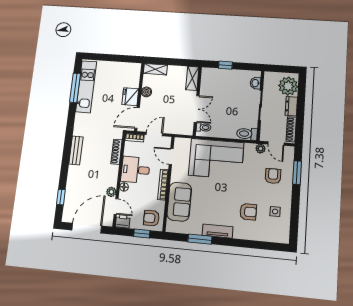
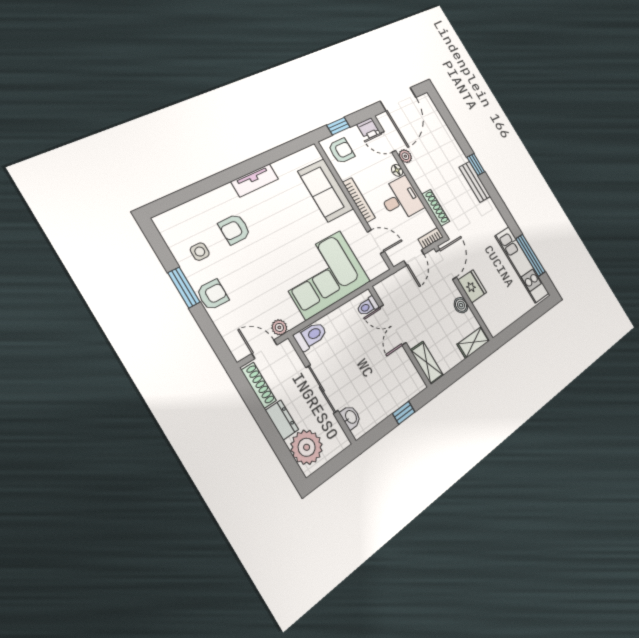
window: (297, 173) -> (184, 287), moved
armchair: (273, 176) -> (213, 295), moved, turned -89
window: (61, 197) -> (476, 165), moved
window: (200, 239) -> (269, 157), removed

